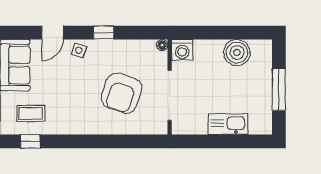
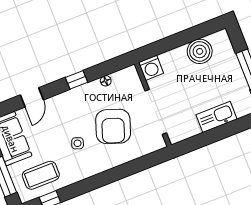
floor lamp: (162, 45) -> (106, 81), moved
side table: (79, 50) -> (78, 143), moved
coffee table: (31, 113) -> (41, 175), width x1.36, depth x1.30

